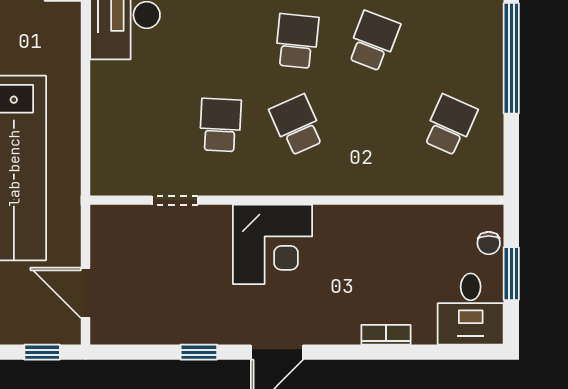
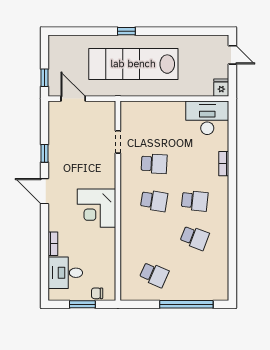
school desk: (297, 125) -> (154, 201), turned 33
corner desk: (273, 244) -> (96, 208), moved
door: (86, 293) -> (73, 99), hinge flipped
desk: (471, 309) -> (65, 273), moved

